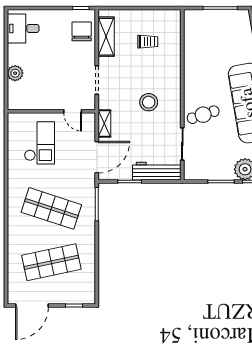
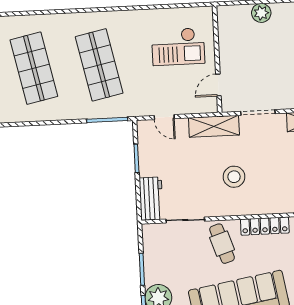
locker: (190, 79) -> (265, 226), added
shelving: (104, 123) -> (214, 126), width x1.50, depth x1.33
door: (97, 157) -> (164, 117), width x0.53
workbench: (157, 171) -> (151, 199), width x0.73
shop shelf: (51, 208) -> (99, 65), turned -30

